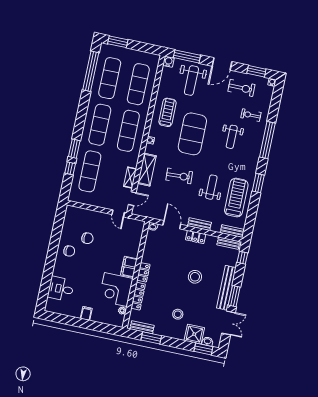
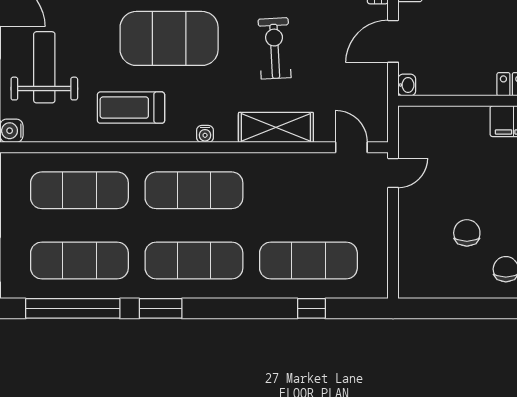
weight bench: (191, 81) -> (44, 67), turned -90
window: (74, 149) -> (161, 308), moved
shelving: (130, 178) -> (303, 163), removed

